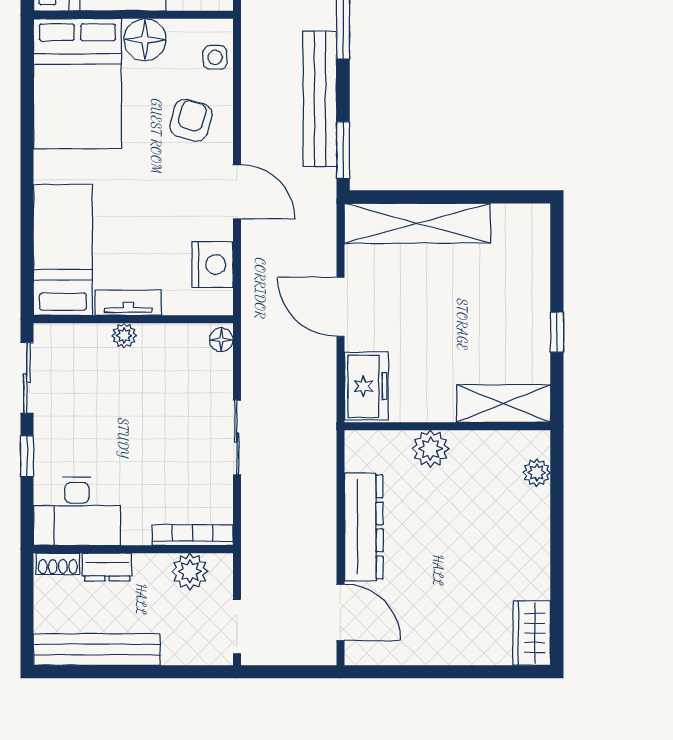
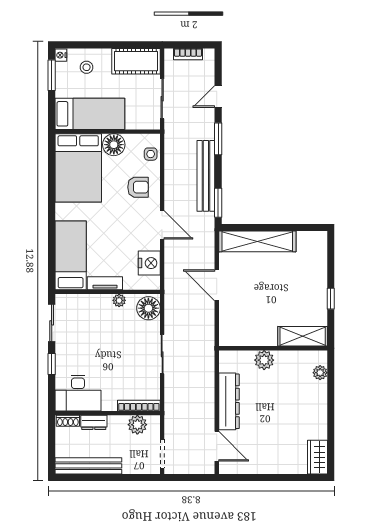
armchair: (191, 120) -> (138, 187), turned 75
plant: (124, 336) -> (119, 300), moved
floor lamp: (221, 340) -> (148, 308), width x1.89, depth x1.89
freezer: (366, 386) -> (230, 327), removed

